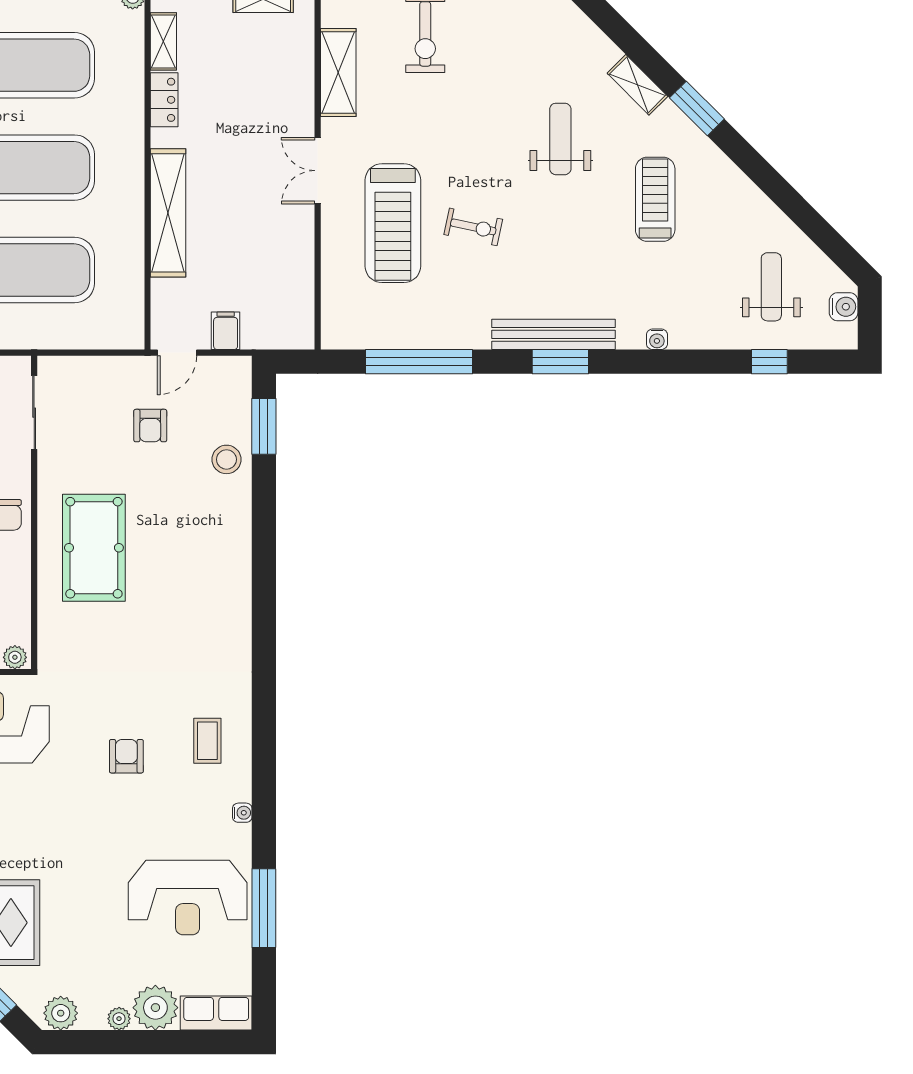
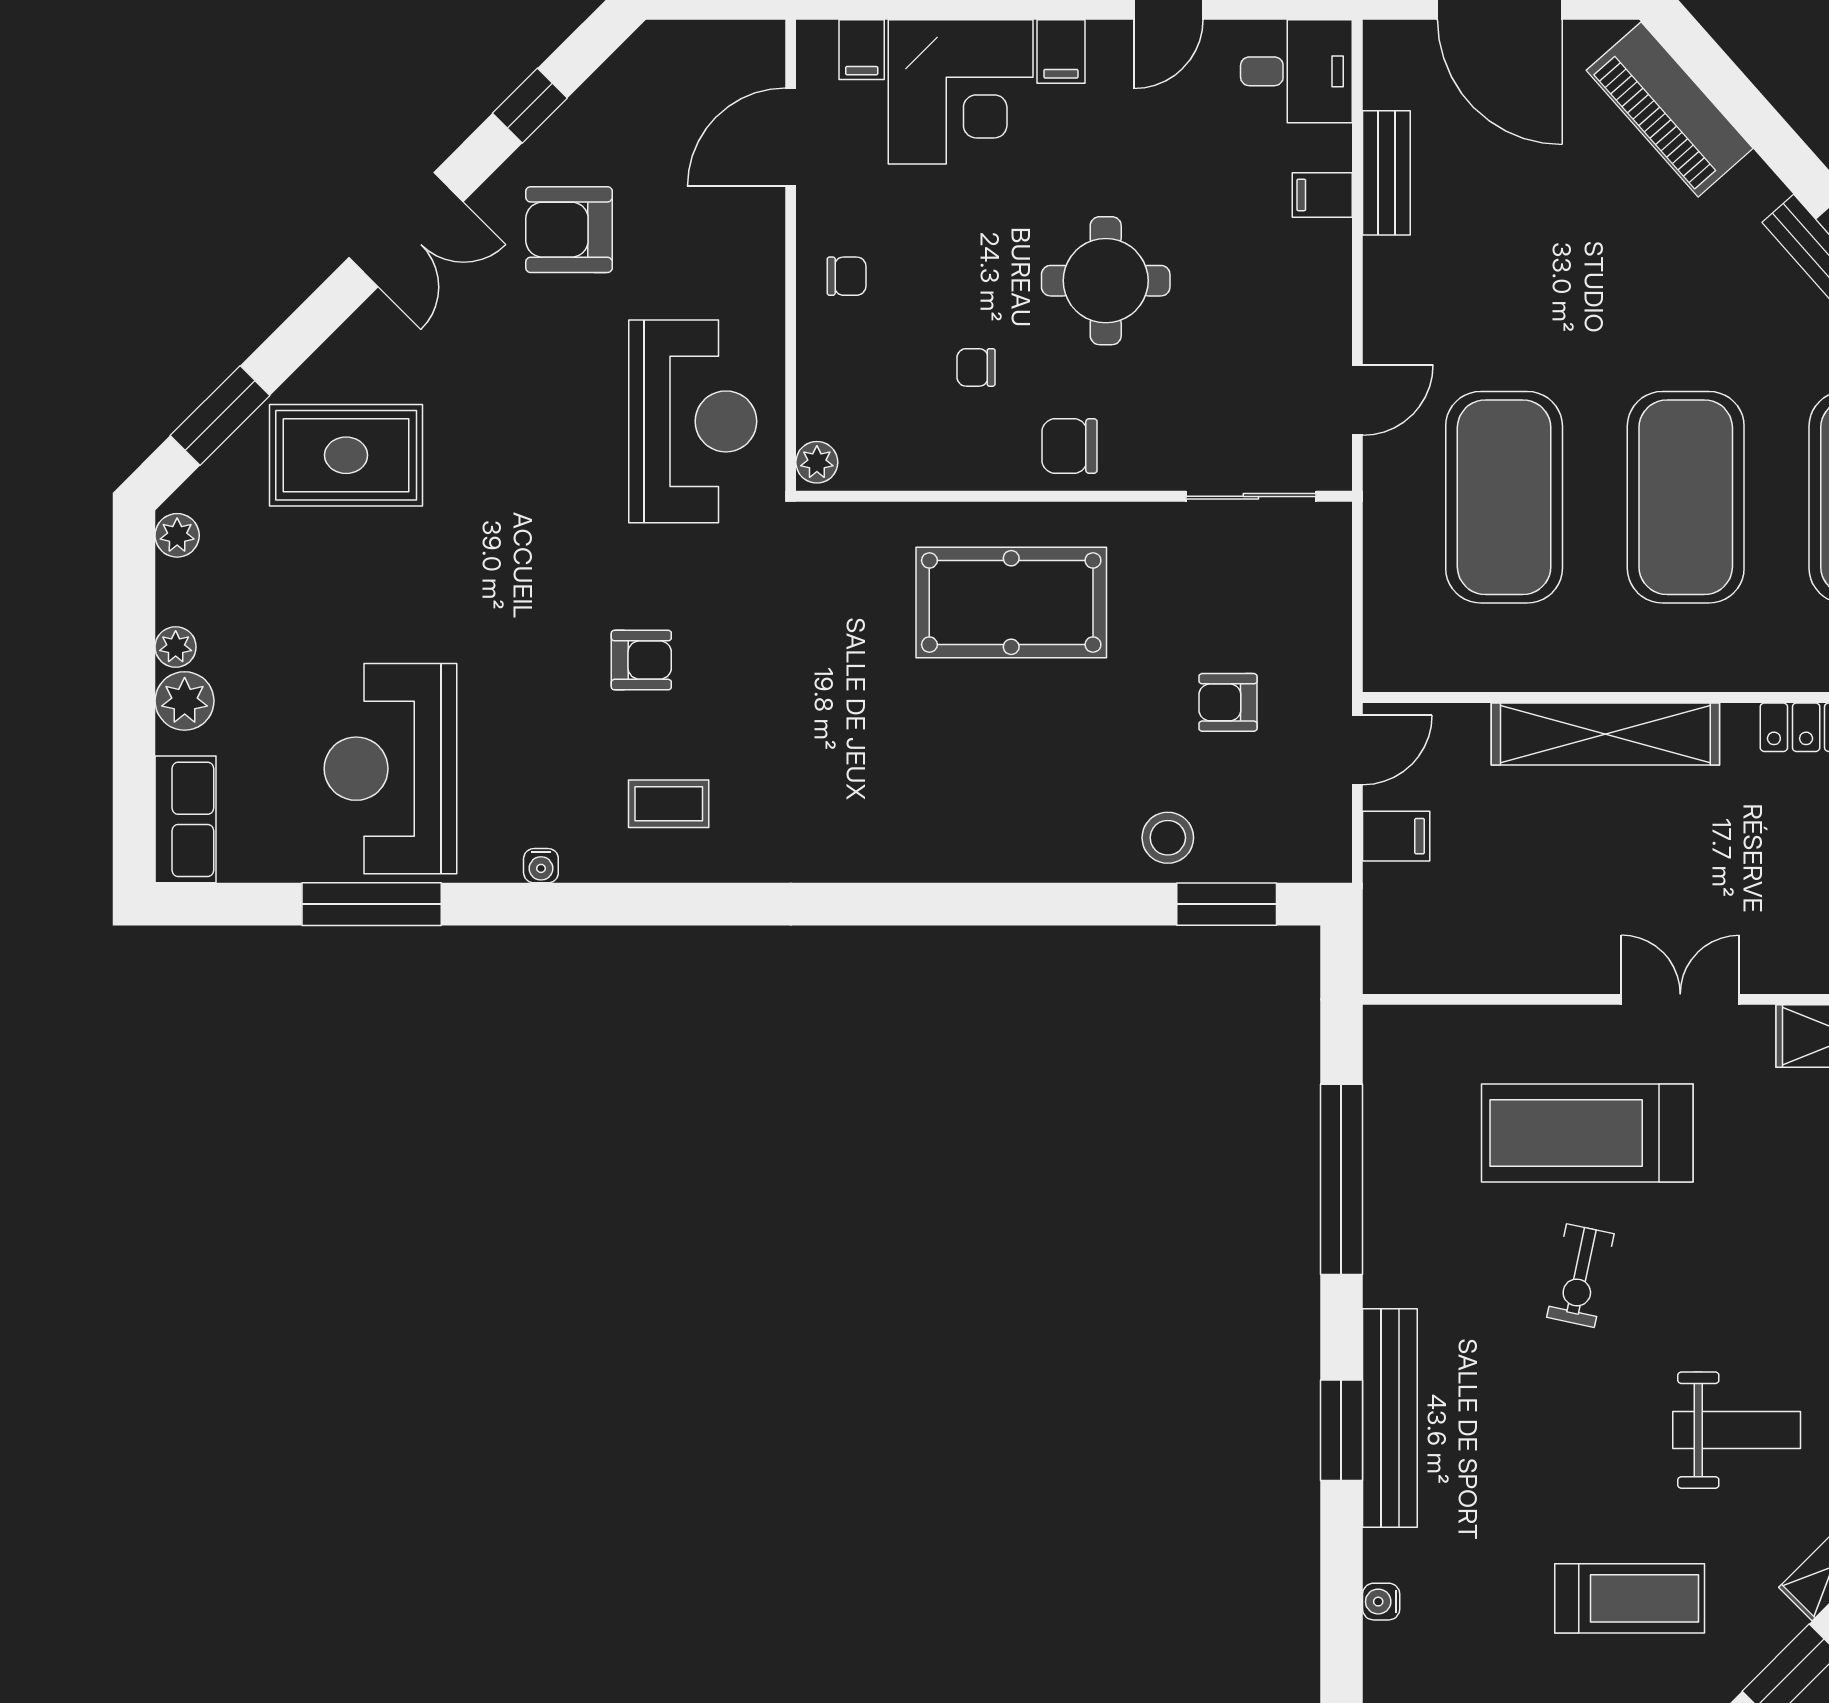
door: (177, 353) -> (1357, 750), swing flipped
plant: (155, 1008) -> (185, 701), width x0.73, depth x0.73
plant: (61, 1013) -> (177, 535), width x0.73, depth x0.73

